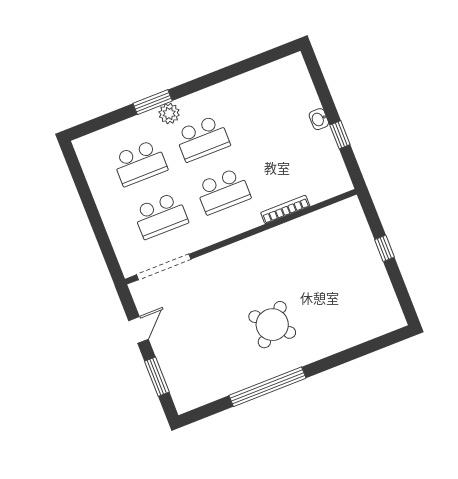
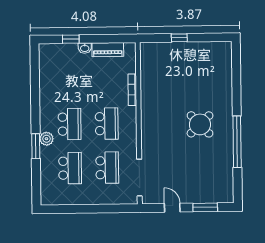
window: (340, 135) -> (71, 39), moved
piano: (329, 153) -> (108, 50), added

